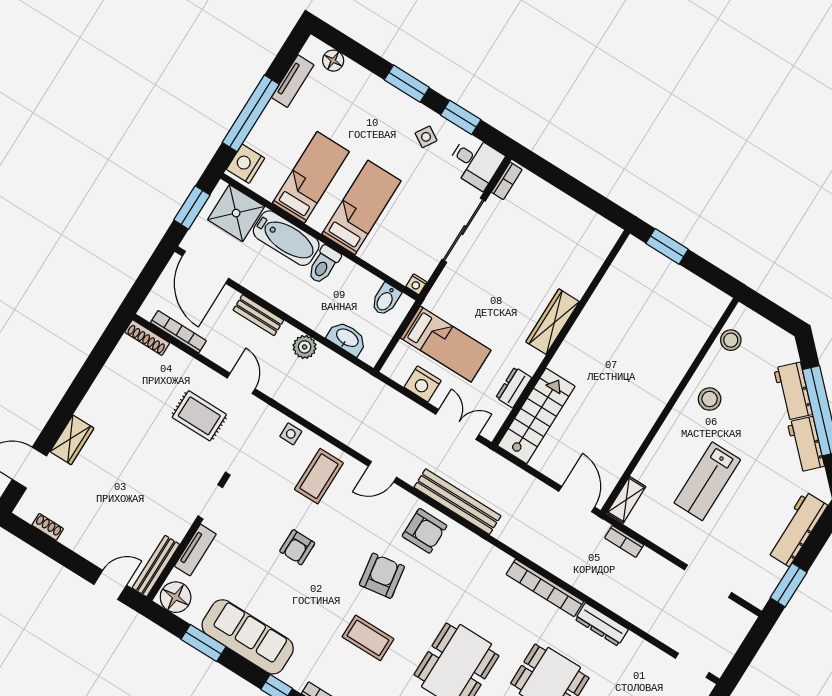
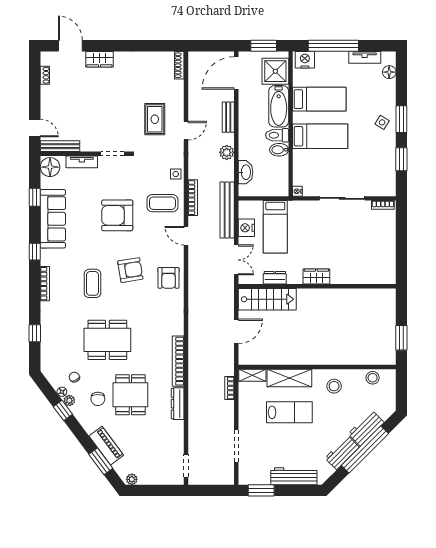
side table: (426, 137) -> (382, 122), moved
desk: (475, 162) -> (382, 182), removed
window: (667, 246) -> (401, 338), moved
bidet: (386, 299) -> (279, 150), moved
wardrobe: (553, 322) -> (316, 276), width x0.67
bookcase: (178, 332) -> (193, 198), moved
shelving: (661, 452) -> (289, 378), added
lab bench: (707, 481) -> (289, 412), turned 180
door: (577, 499) -> (236, 331), moved
bench: (457, 502) -> (227, 210), moved
armchair: (297, 547) -> (117, 215), width x1.88, depth x1.88
window: (203, 643) -> (35, 197), width x0.67

